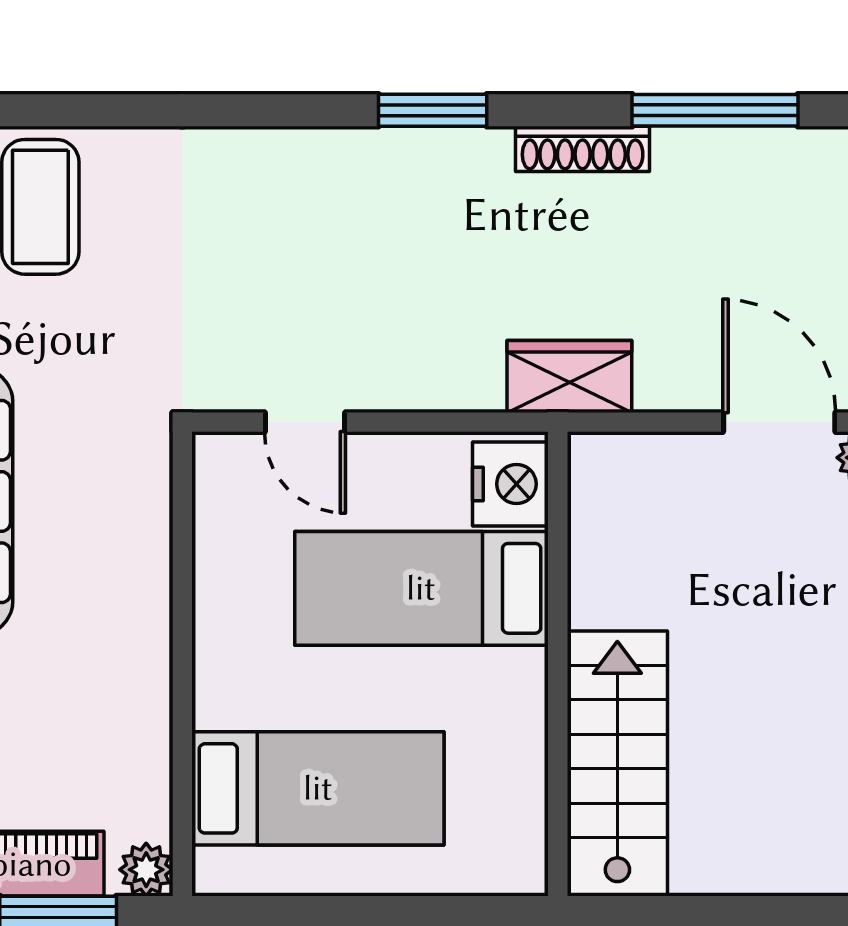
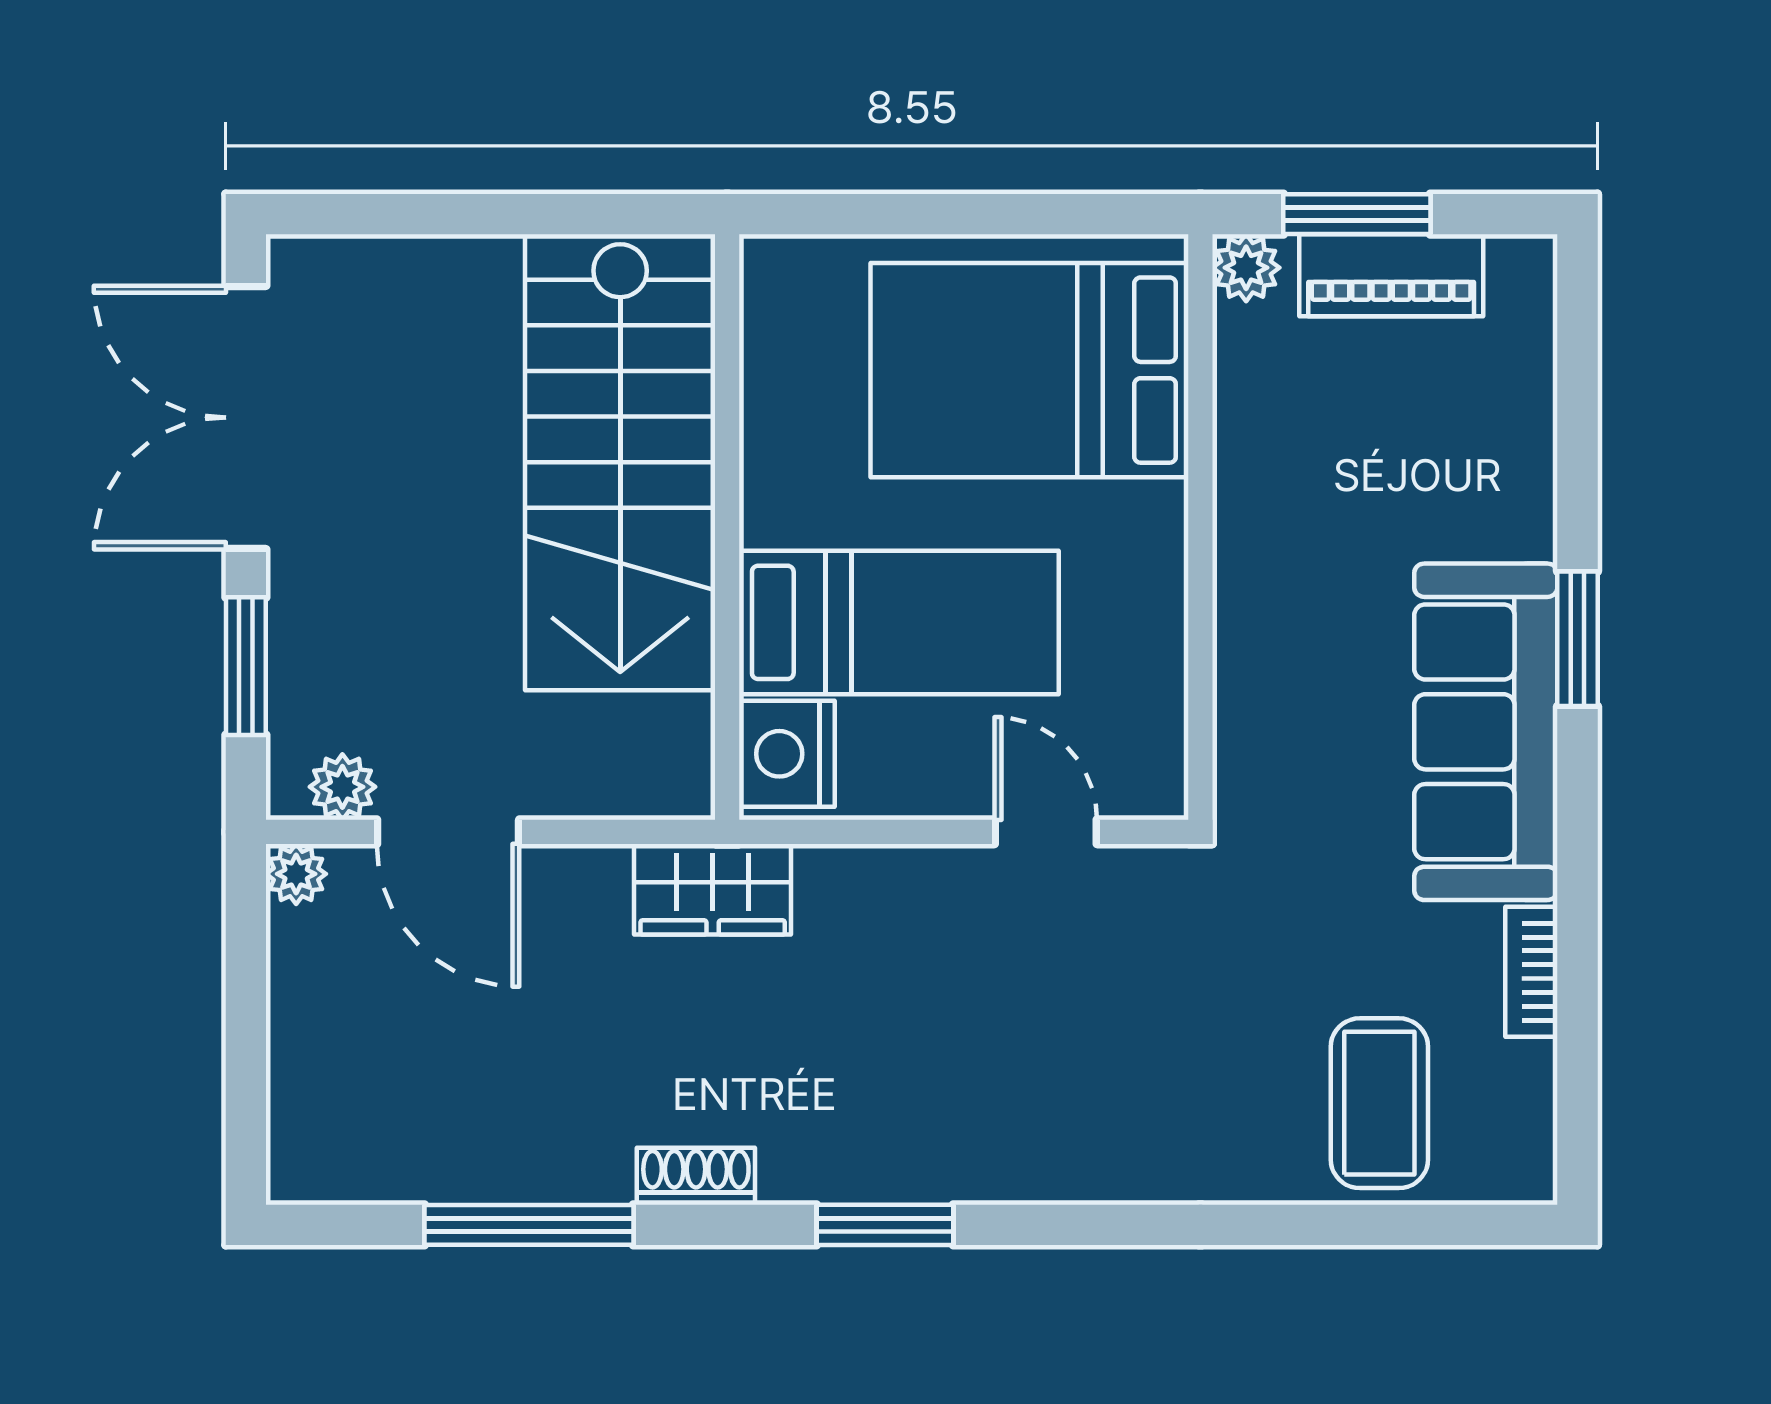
shoe rack: (583, 149) -> (696, 1176), width x0.70
stairs: (617, 764) -> (620, 462), width x1.36, depth x1.51
bed: (318, 788) -> (1030, 370), width x1.50

